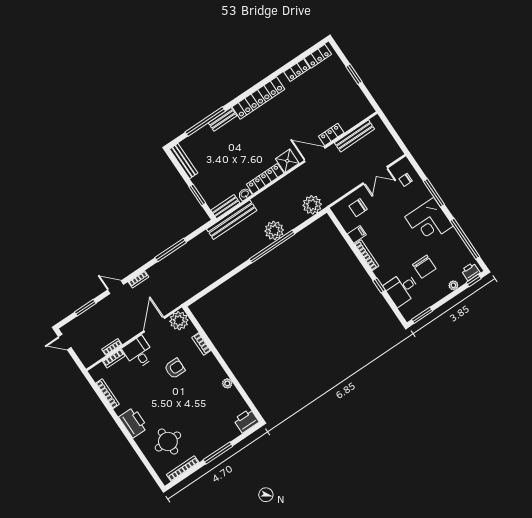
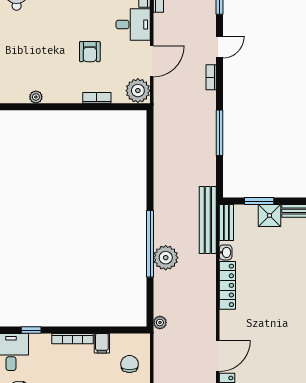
shower: (287, 161) -> (269, 215), moved
plant: (312, 205) -> (160, 322), width x0.53, depth x0.53
door: (154, 324) -> (152, 61), hinge flipped

